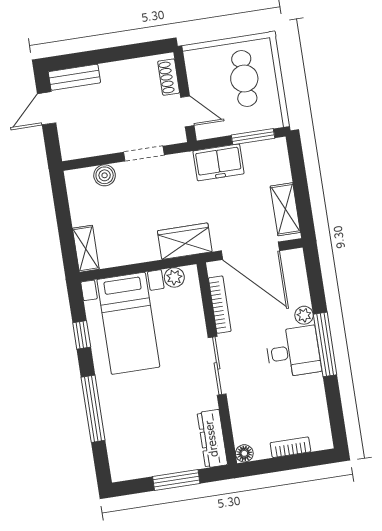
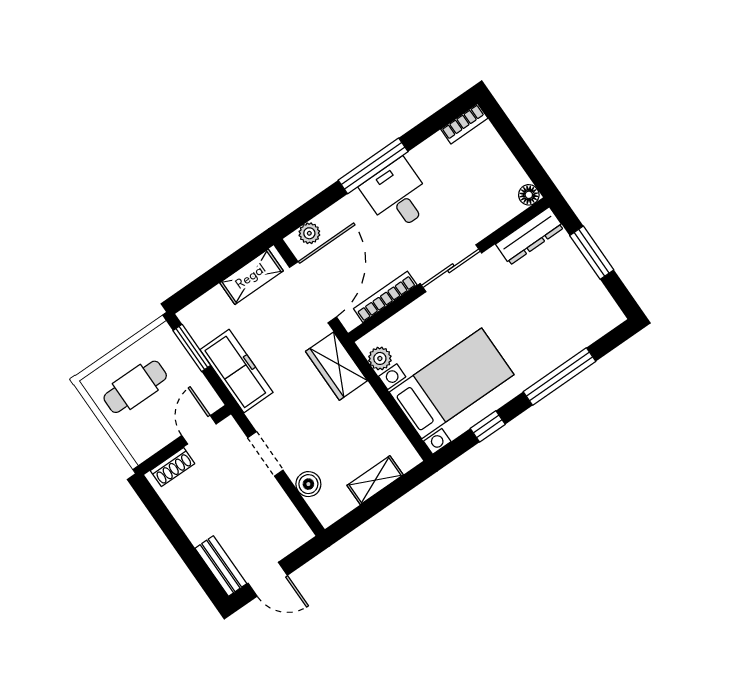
freezer: (218, 162) -> (236, 371), width x1.40
shelving: (86, 249) -> (375, 480), moved
plant: (304, 315) -> (309, 233), moved
bookcase: (290, 447) -> (464, 124), moved, turned -90

